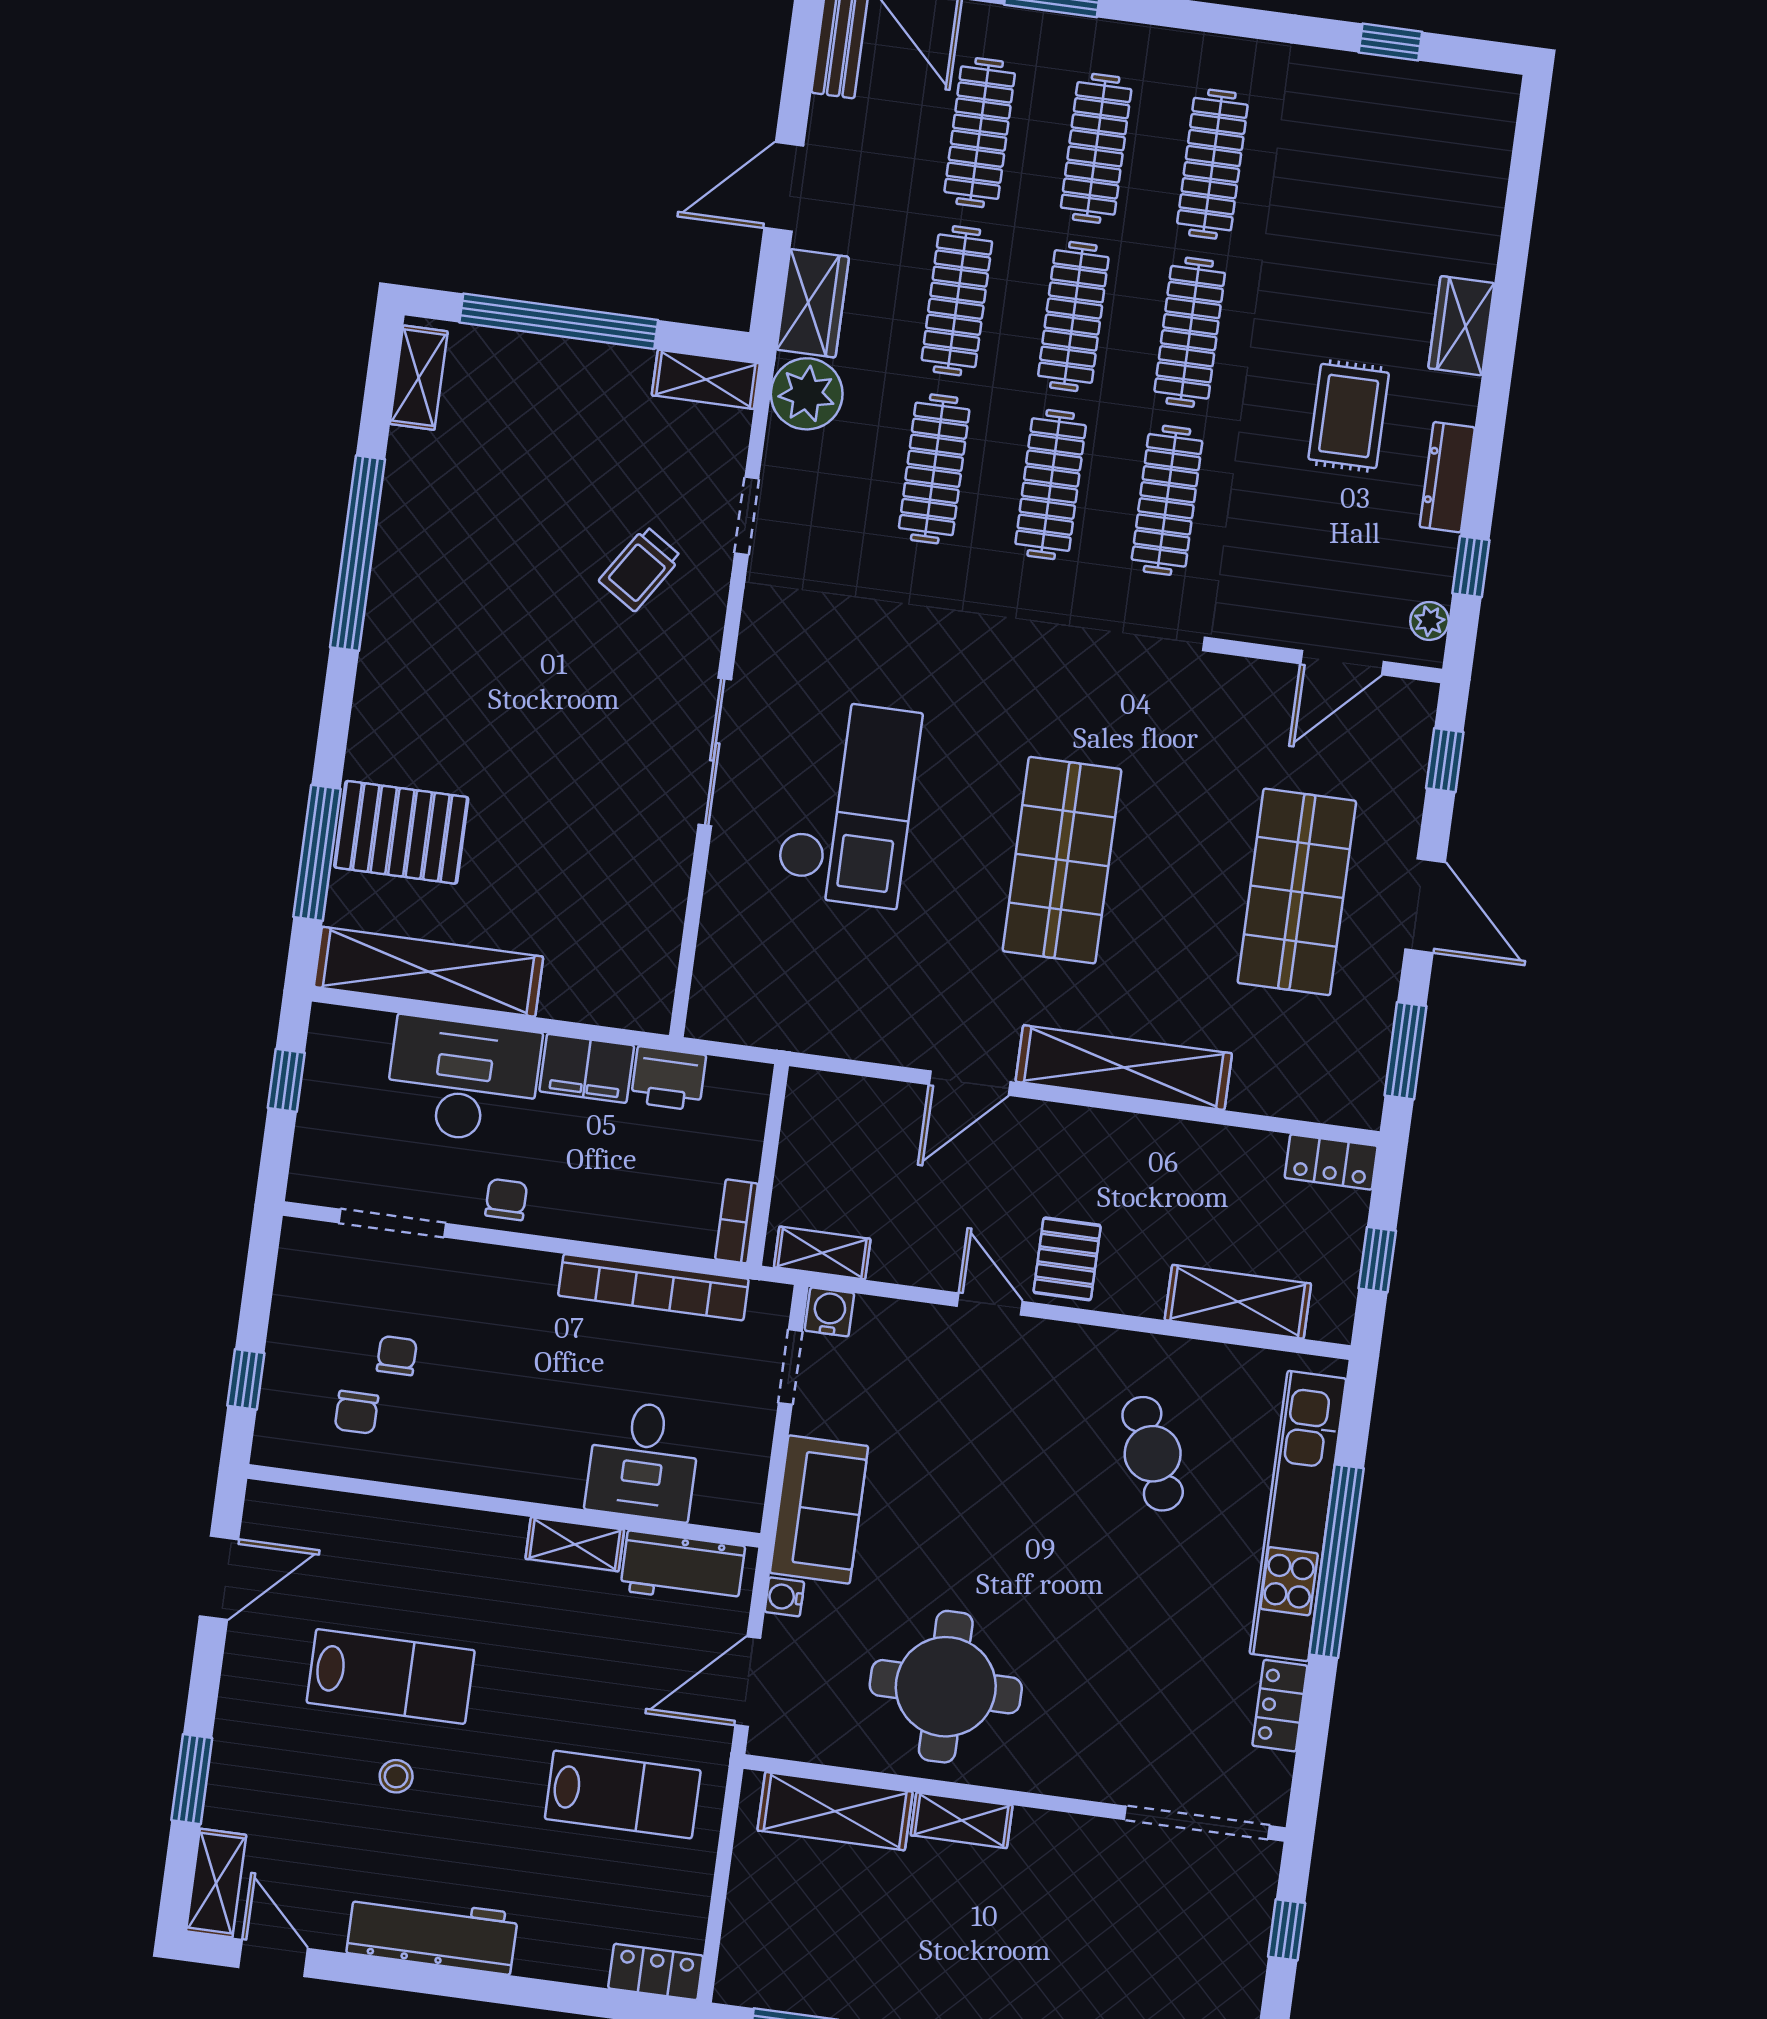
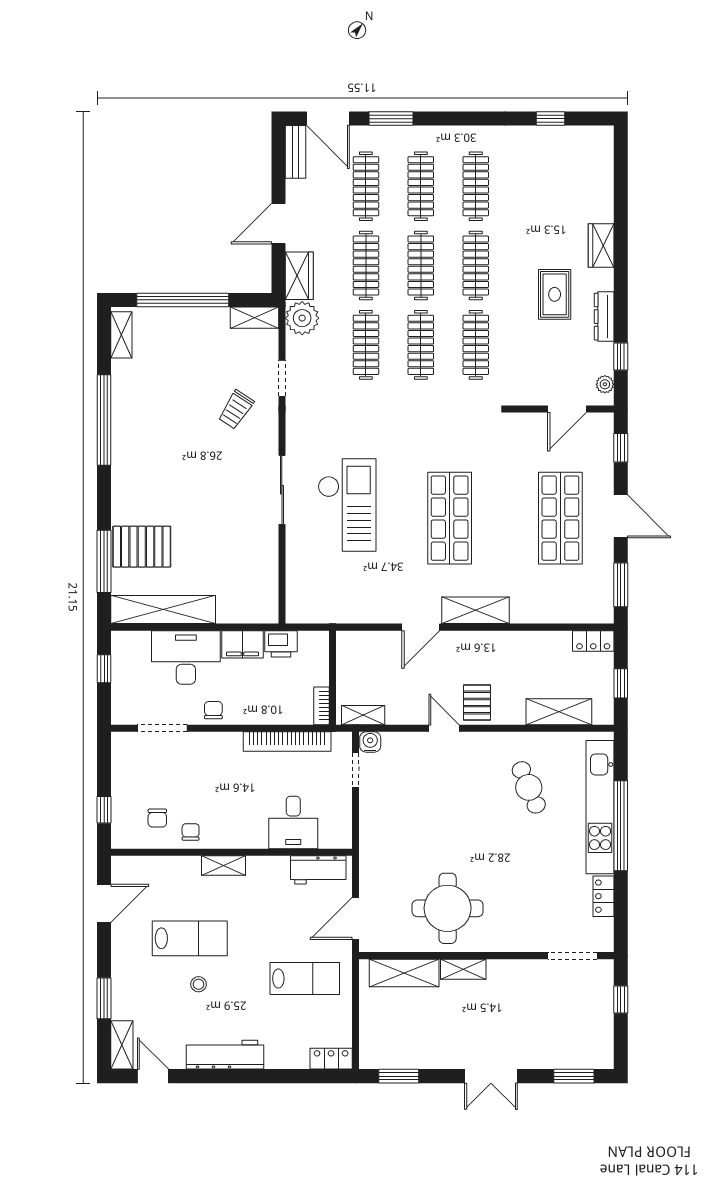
shelving: (1124, 1068) -> (476, 610), width x0.68
chair: (397, 1356) -> (191, 832), moved
sofa: (819, 1509) -> (378, 834), removed
shelving: (575, 1544) -> (224, 866), moved
water cooler: (784, 1597) -> (367, 877), removed
doorway: (1197, 1823) -> (572, 956), width x0.73

